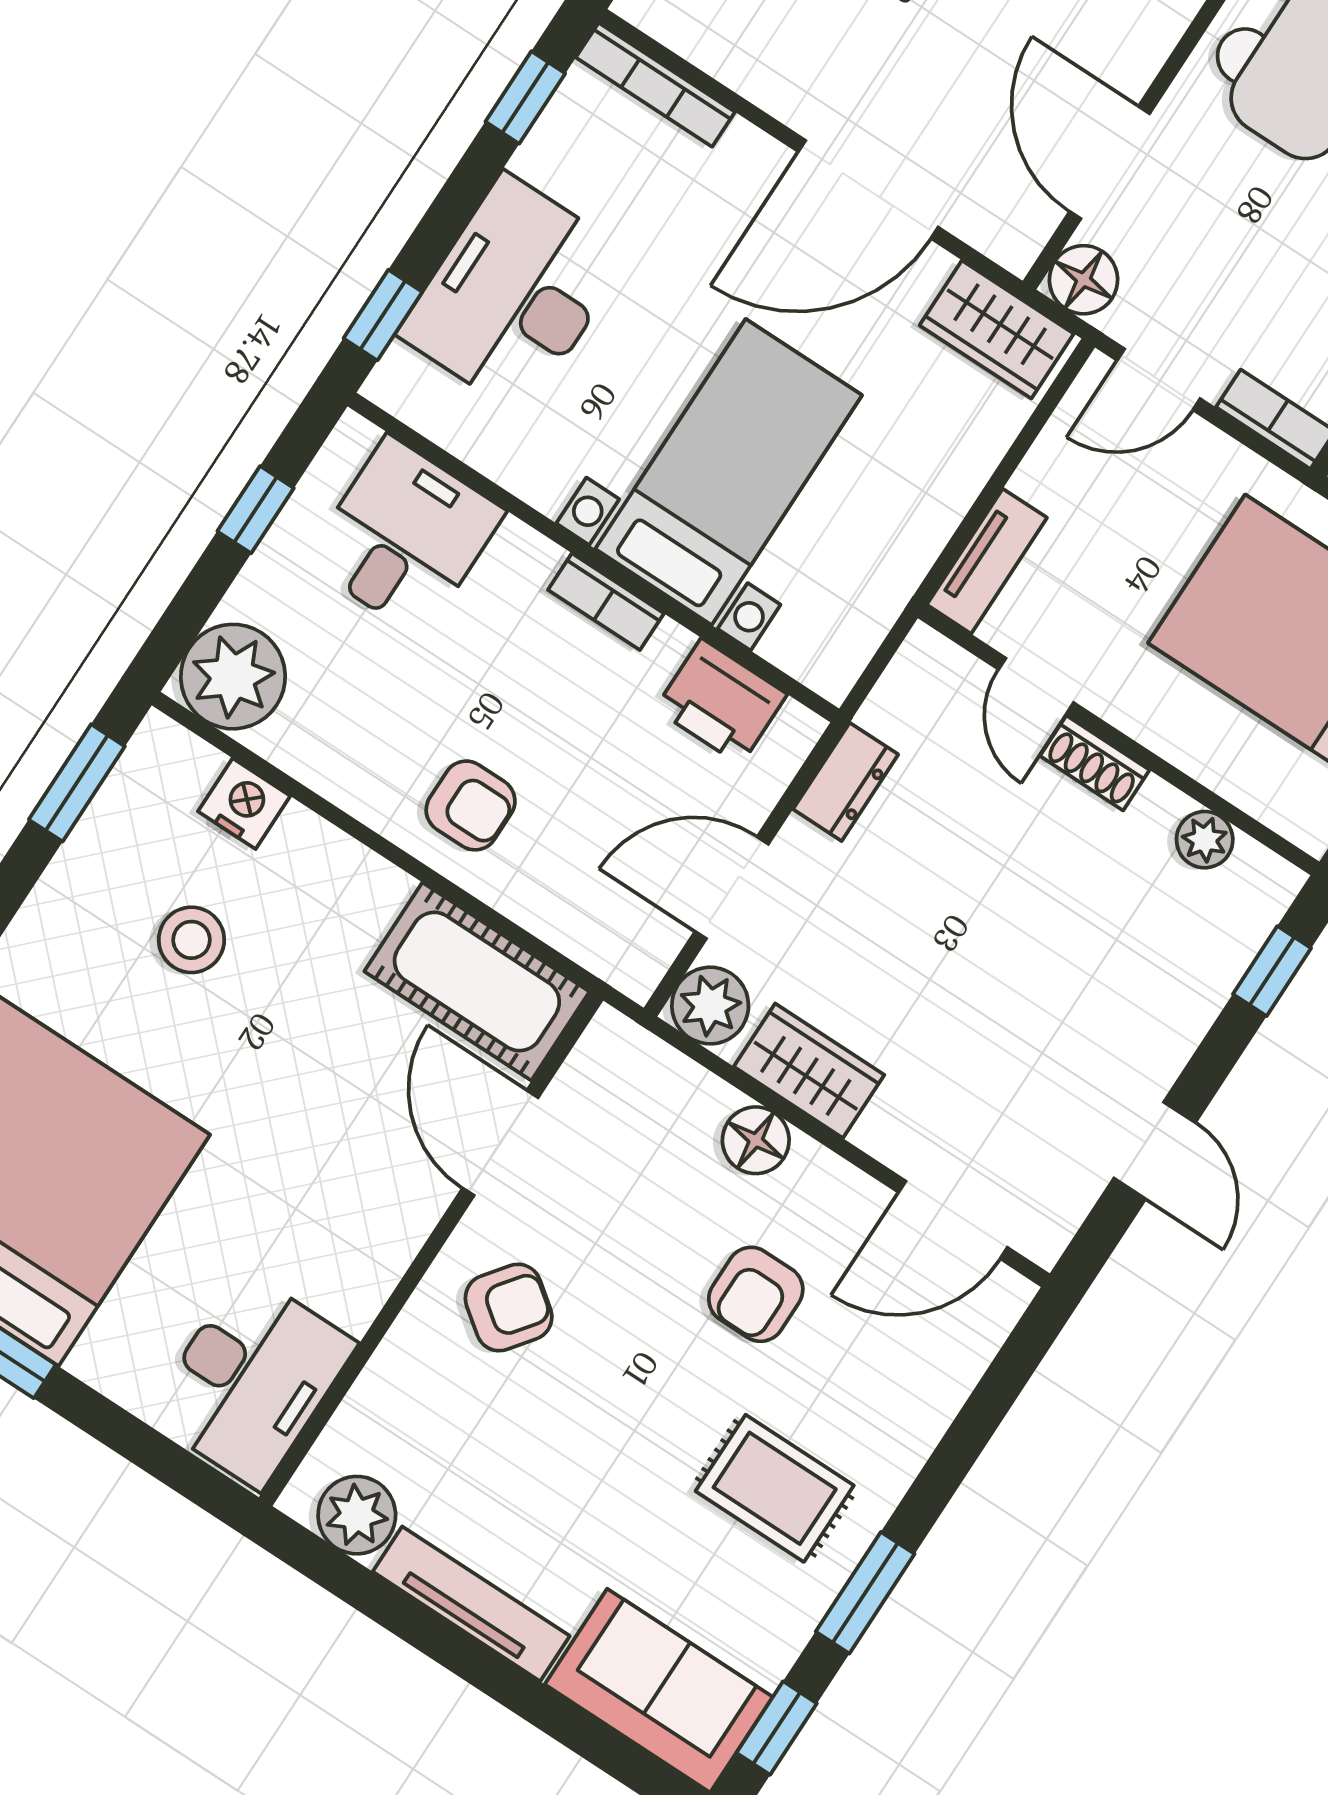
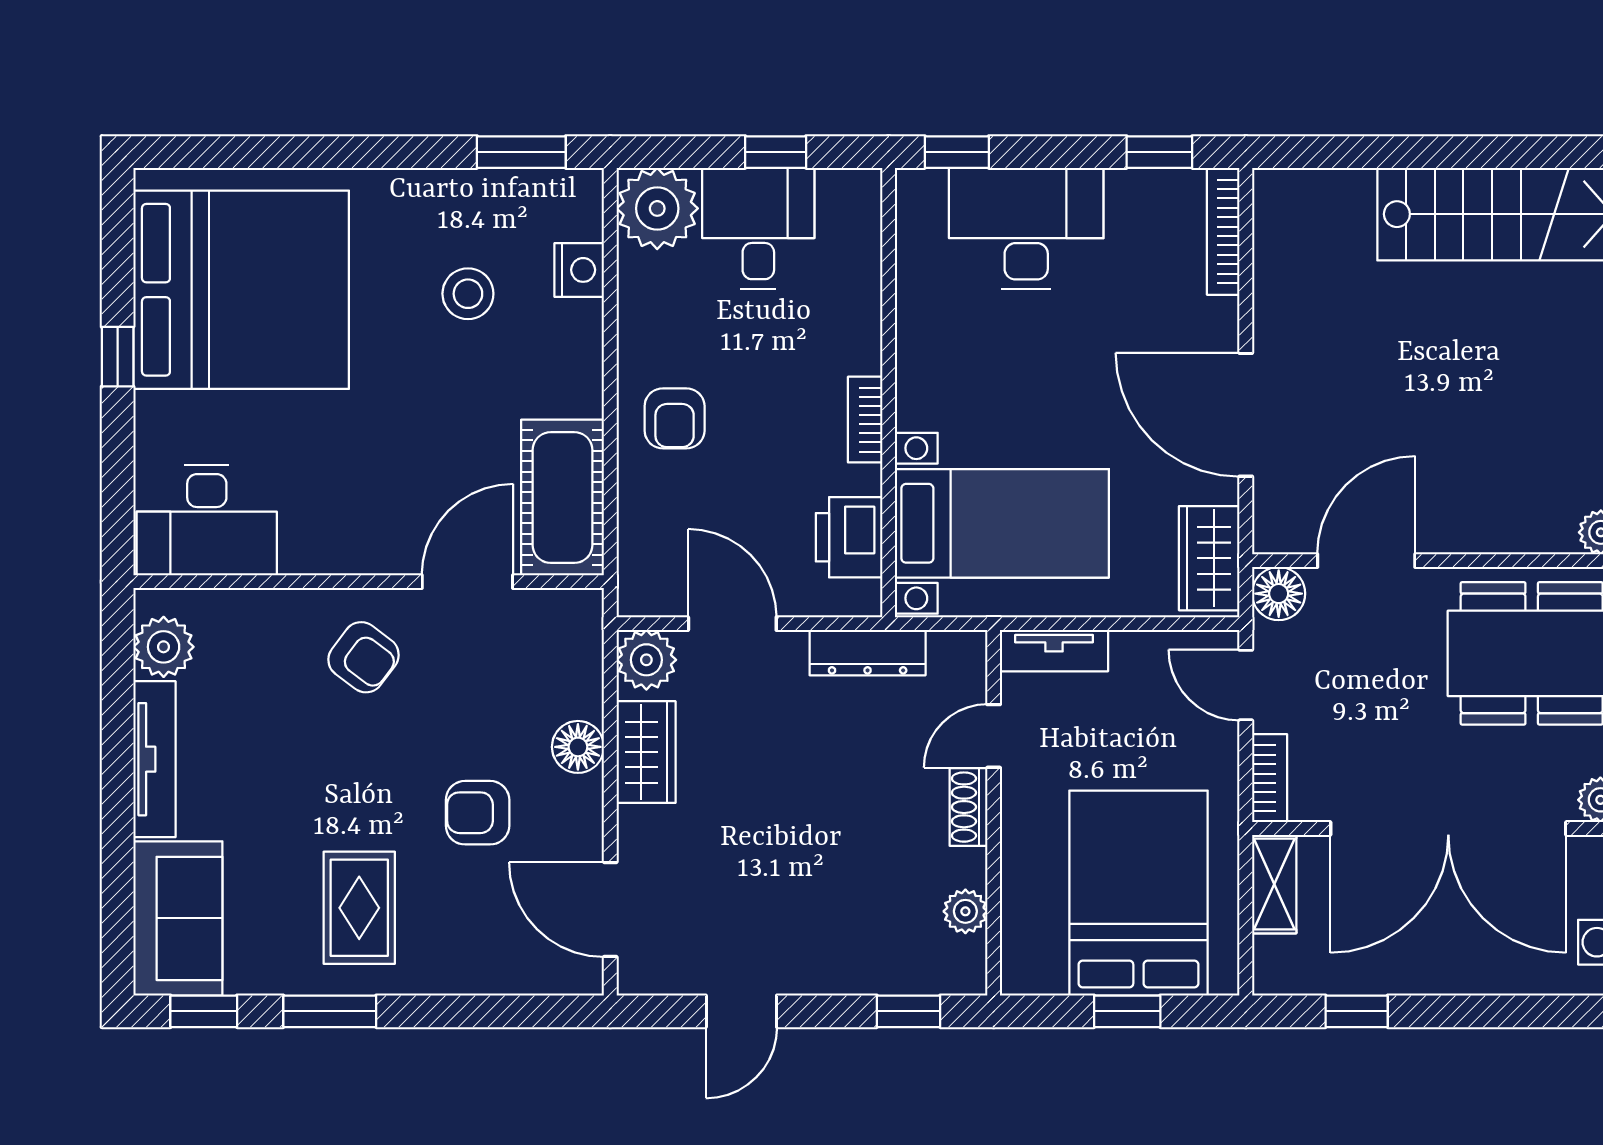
bed with nightstands: (729, 472) -> (1002, 523), moved
desk: (405, 537) -> (758, 228), moved, turned -90
dresser: (846, 782) -> (868, 653), width x1.44

